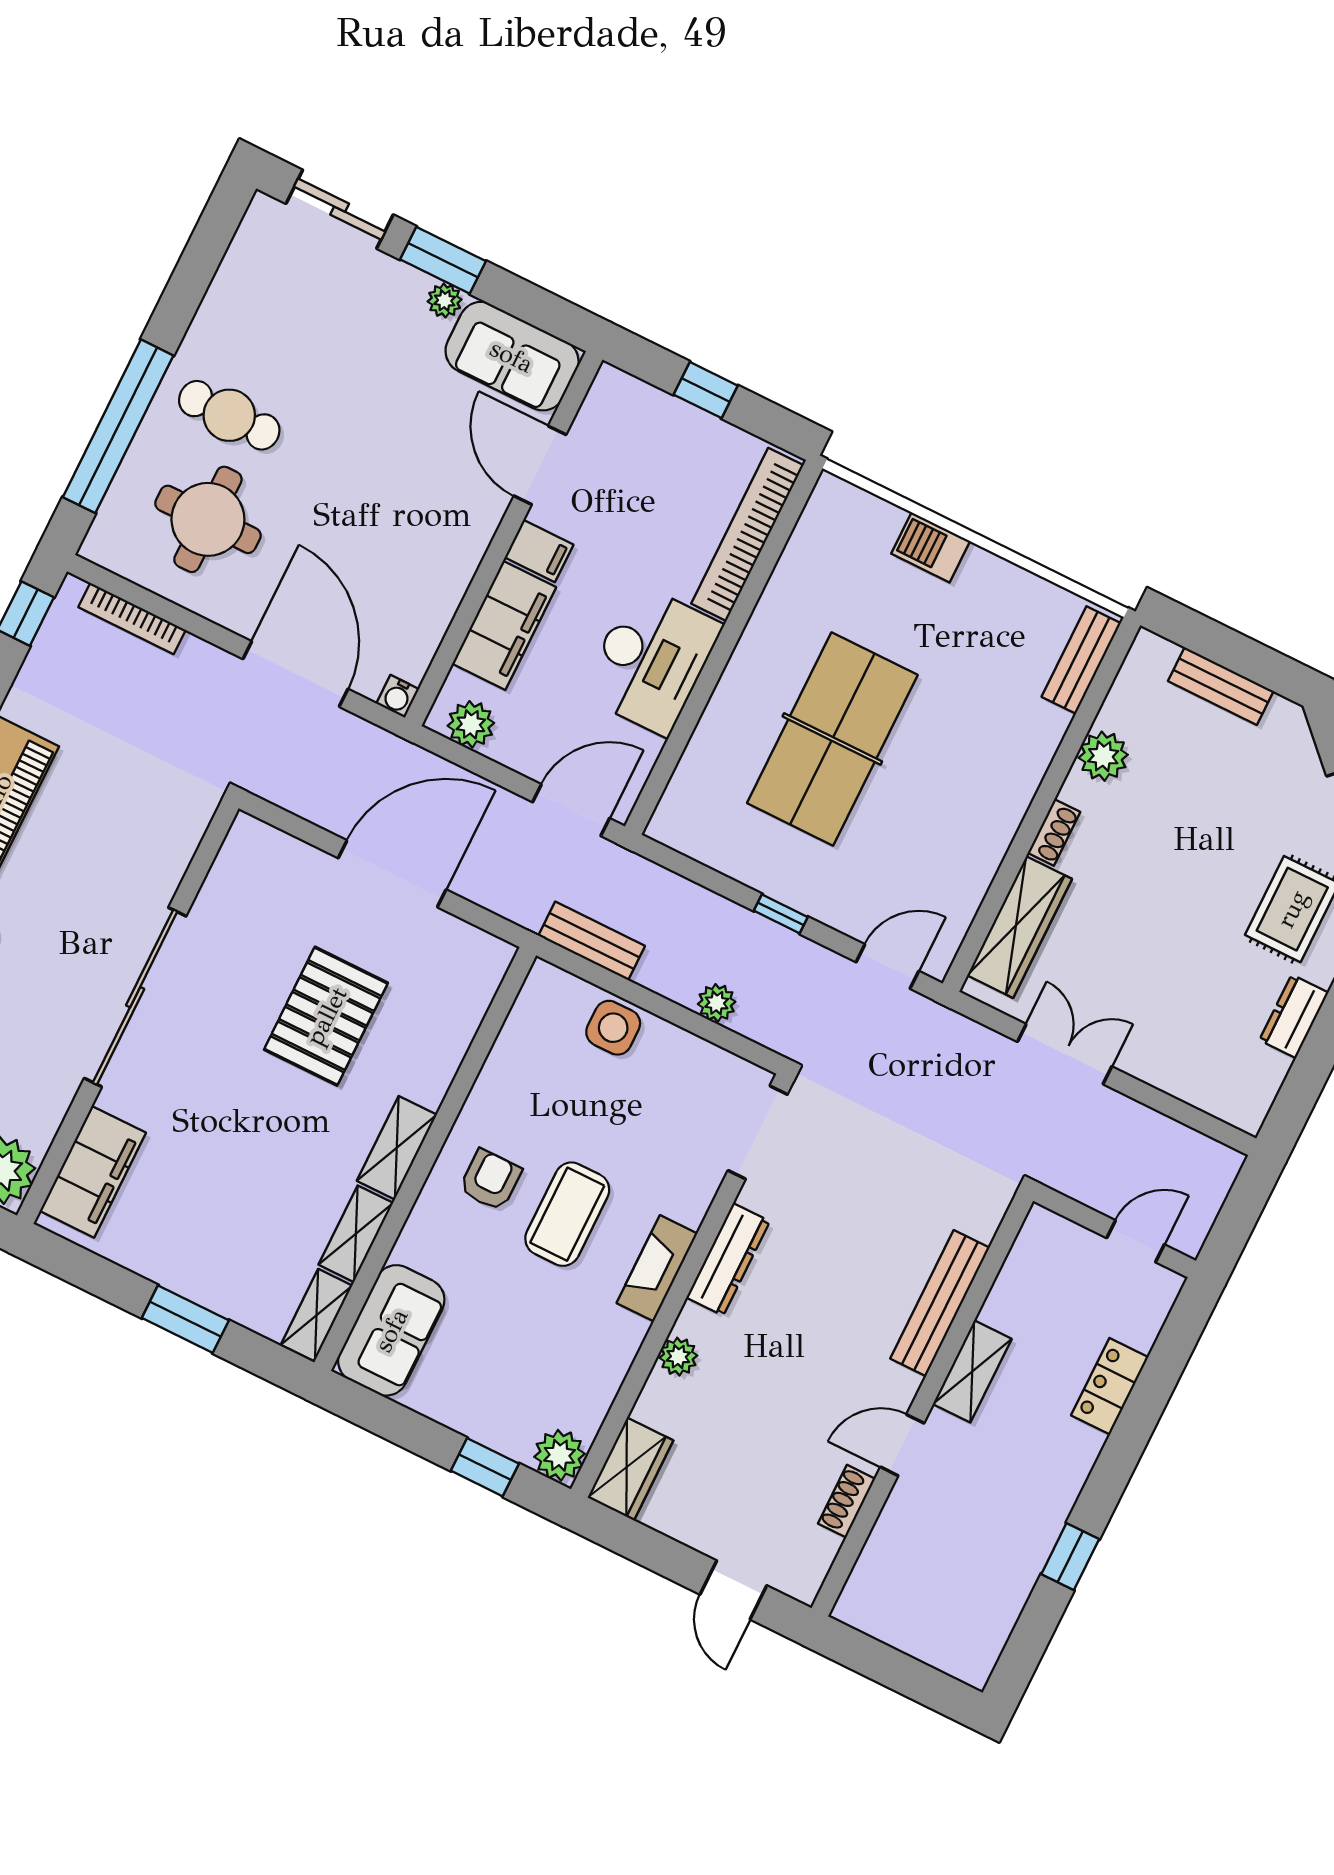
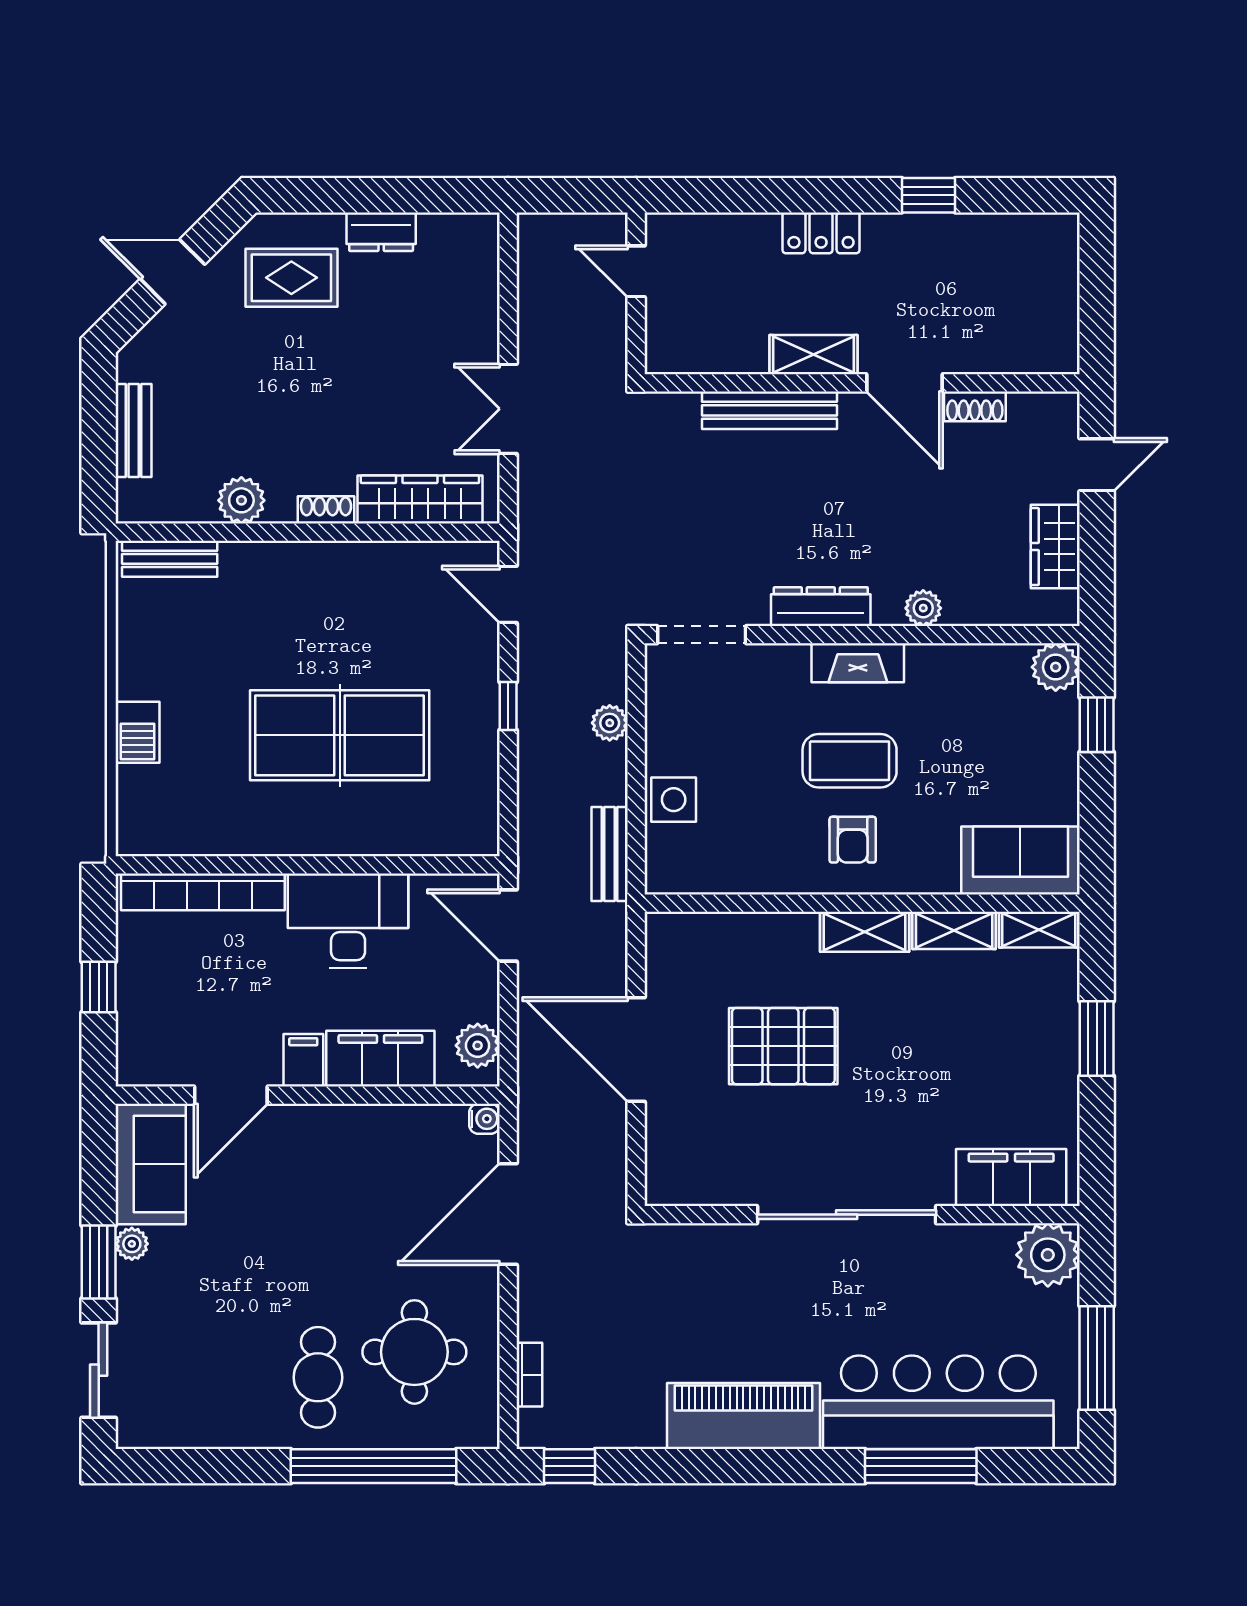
bookcase: (132, 619) -> (529, 1375), width x0.64
armchair: (490, 1180) -> (853, 840), turned -90
locker: (1110, 1386) -> (821, 233), moved
door: (902, 1445) -> (905, 383), width x1.38
wardrobe: (630, 1469) -> (1055, 547), moved, turned -90

